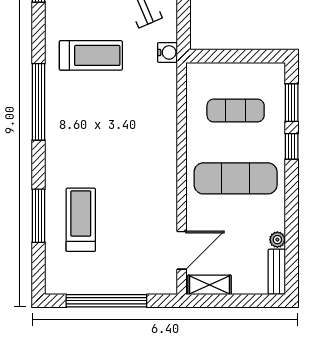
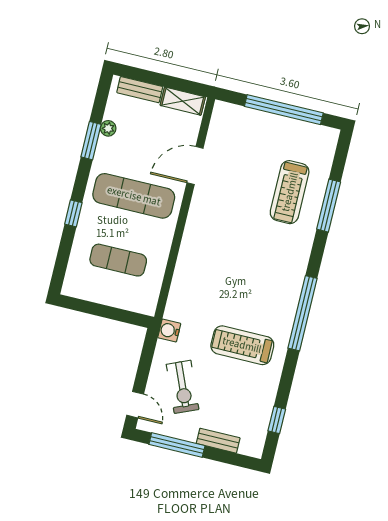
window: (292, 103) -> (91, 141), moved
door: (182, 250) -> (195, 165), moved
bench: (277, 272) -> (140, 90), moved, turned 90

